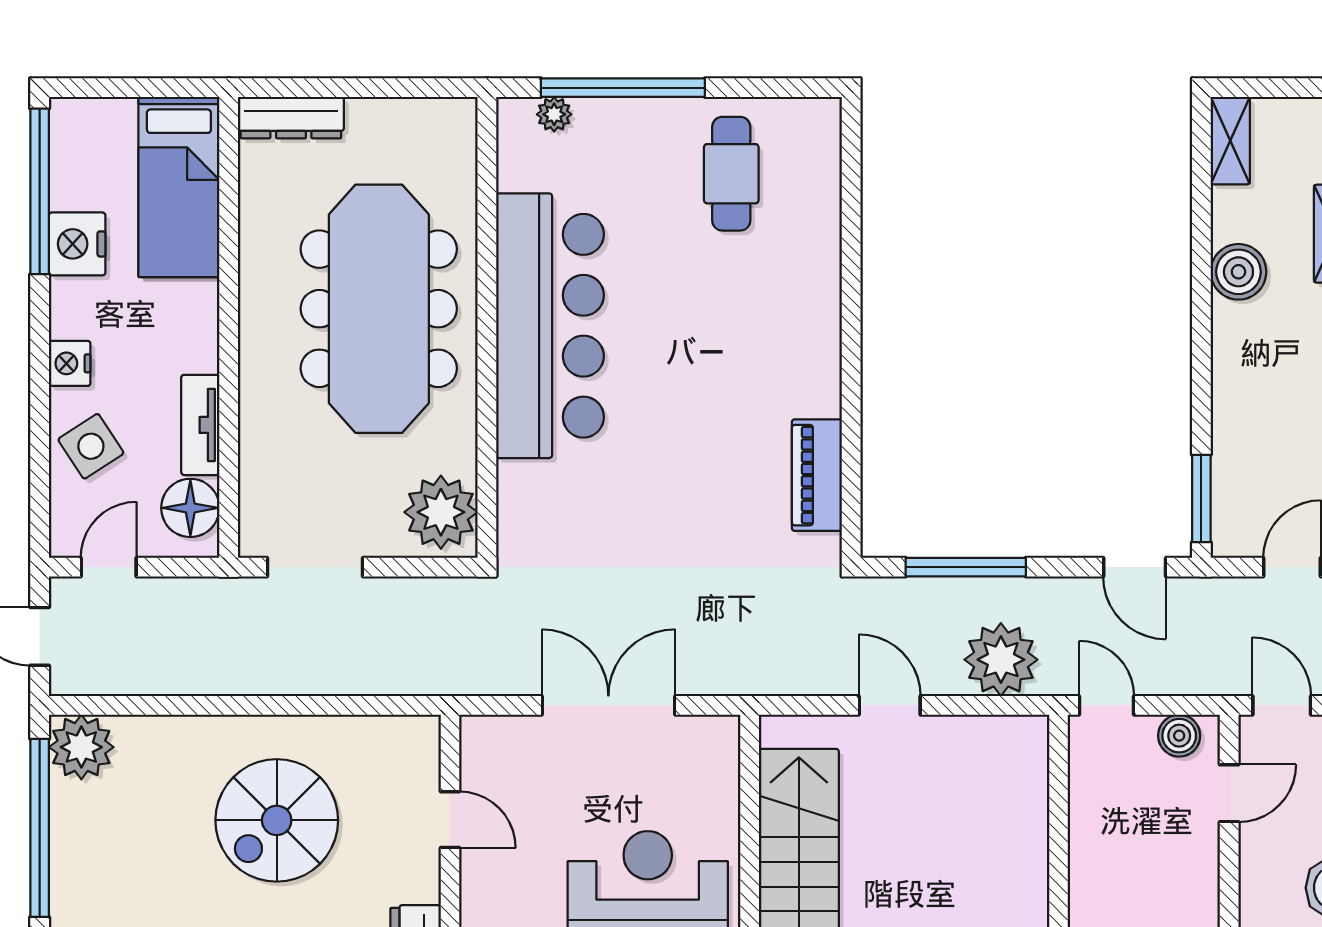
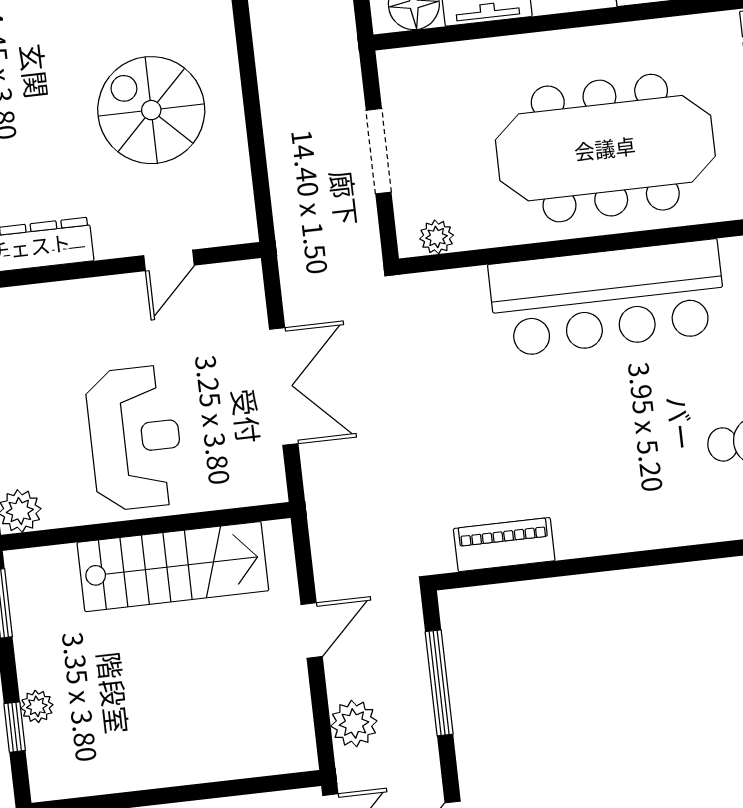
plant: (441, 512) -> (437, 237), width x0.53, depth x0.53
doorway: (315, 567) -> (379, 151), moved
plant: (1001, 660) -> (354, 724), width x0.73, depth x0.73

